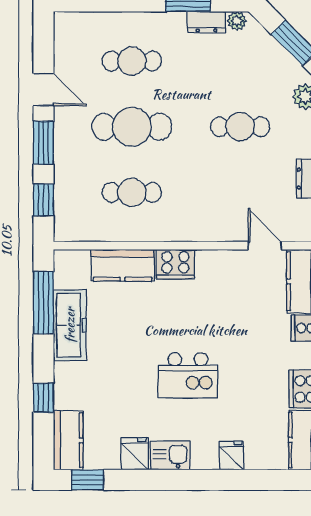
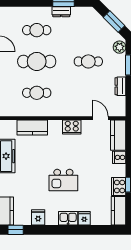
plant: (237, 21) -> (87, 11), removed
dresser: (206, 22) -> (61, 12), moved
cooker: (175, 264) -> (72, 127), moved
kitchen sink: (170, 456) -> (68, 218), moved

